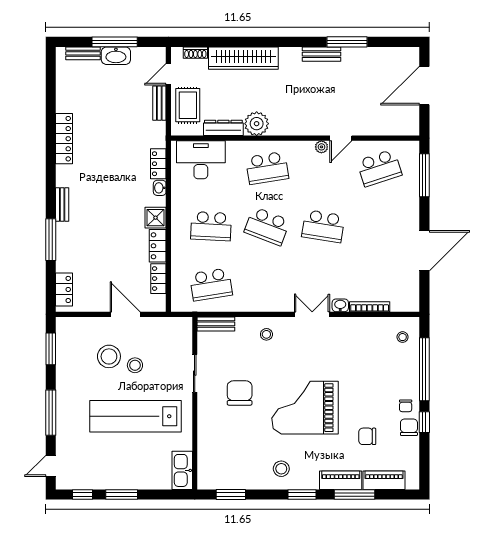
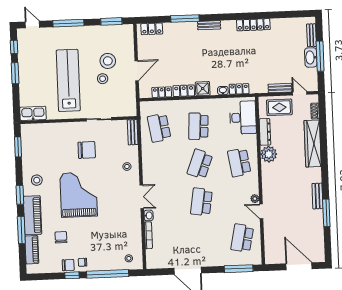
school desk: (379, 168) -> (242, 238), turned 30
piano: (341, 480) -> (33, 215), width x1.37, depth x1.33

